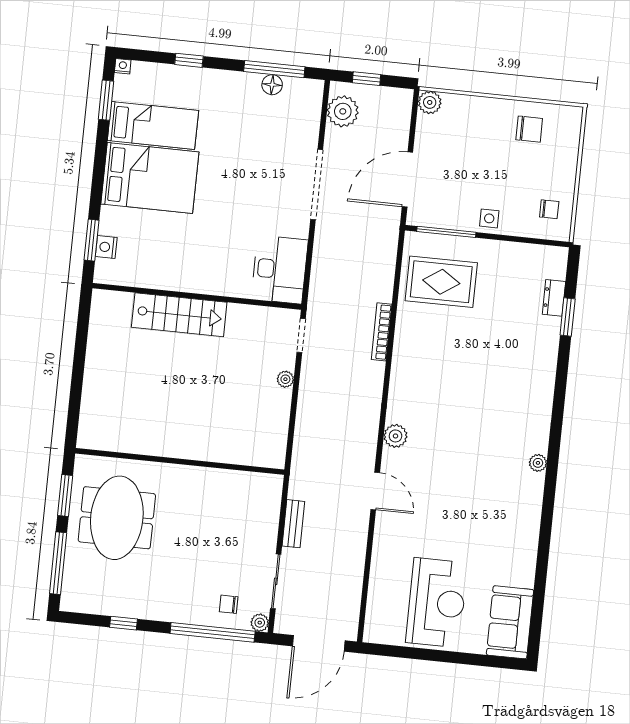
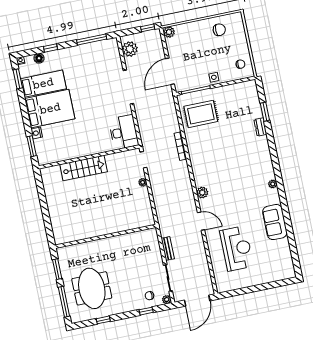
window: (367, 79) -> (148, 28), moved
floor lamp: (272, 85) -> (39, 58), moved
nightstand: (106, 247) -> (37, 133), moved
dresser: (554, 298) -> (260, 127), moved
meeting table: (117, 518) -> (92, 288), moved
reception desk: (437, 603) -> (237, 248), moved
sofa: (510, 622) -> (275, 222), moved
window: (213, 632) -> (146, 311), width x0.32

